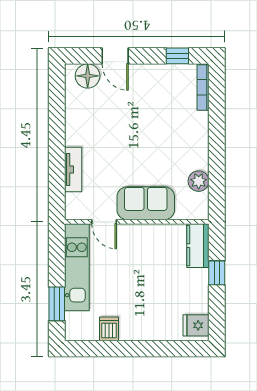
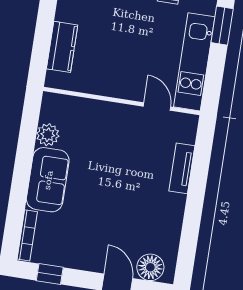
sofa: (146, 203) -> (48, 180), moved, turned -90
kitchen counter: (198, 246) -> (62, 47), moved
window: (217, 273) -> (43, 32), removed

